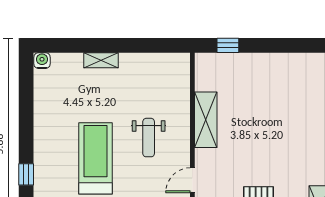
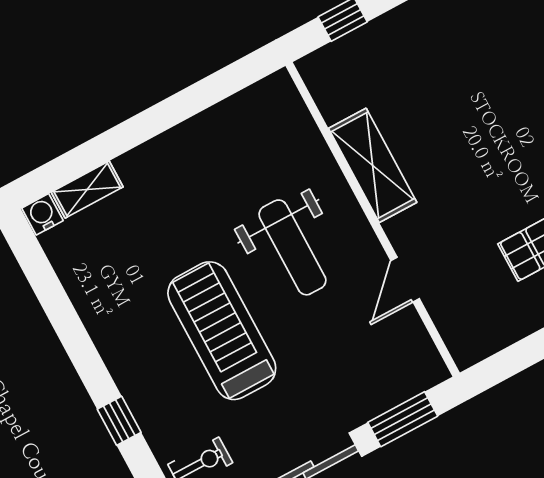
shelving: (101, 60) -> (87, 190), moved
weight bench: (149, 138) -> (292, 247), width x1.36, depth x1.33

